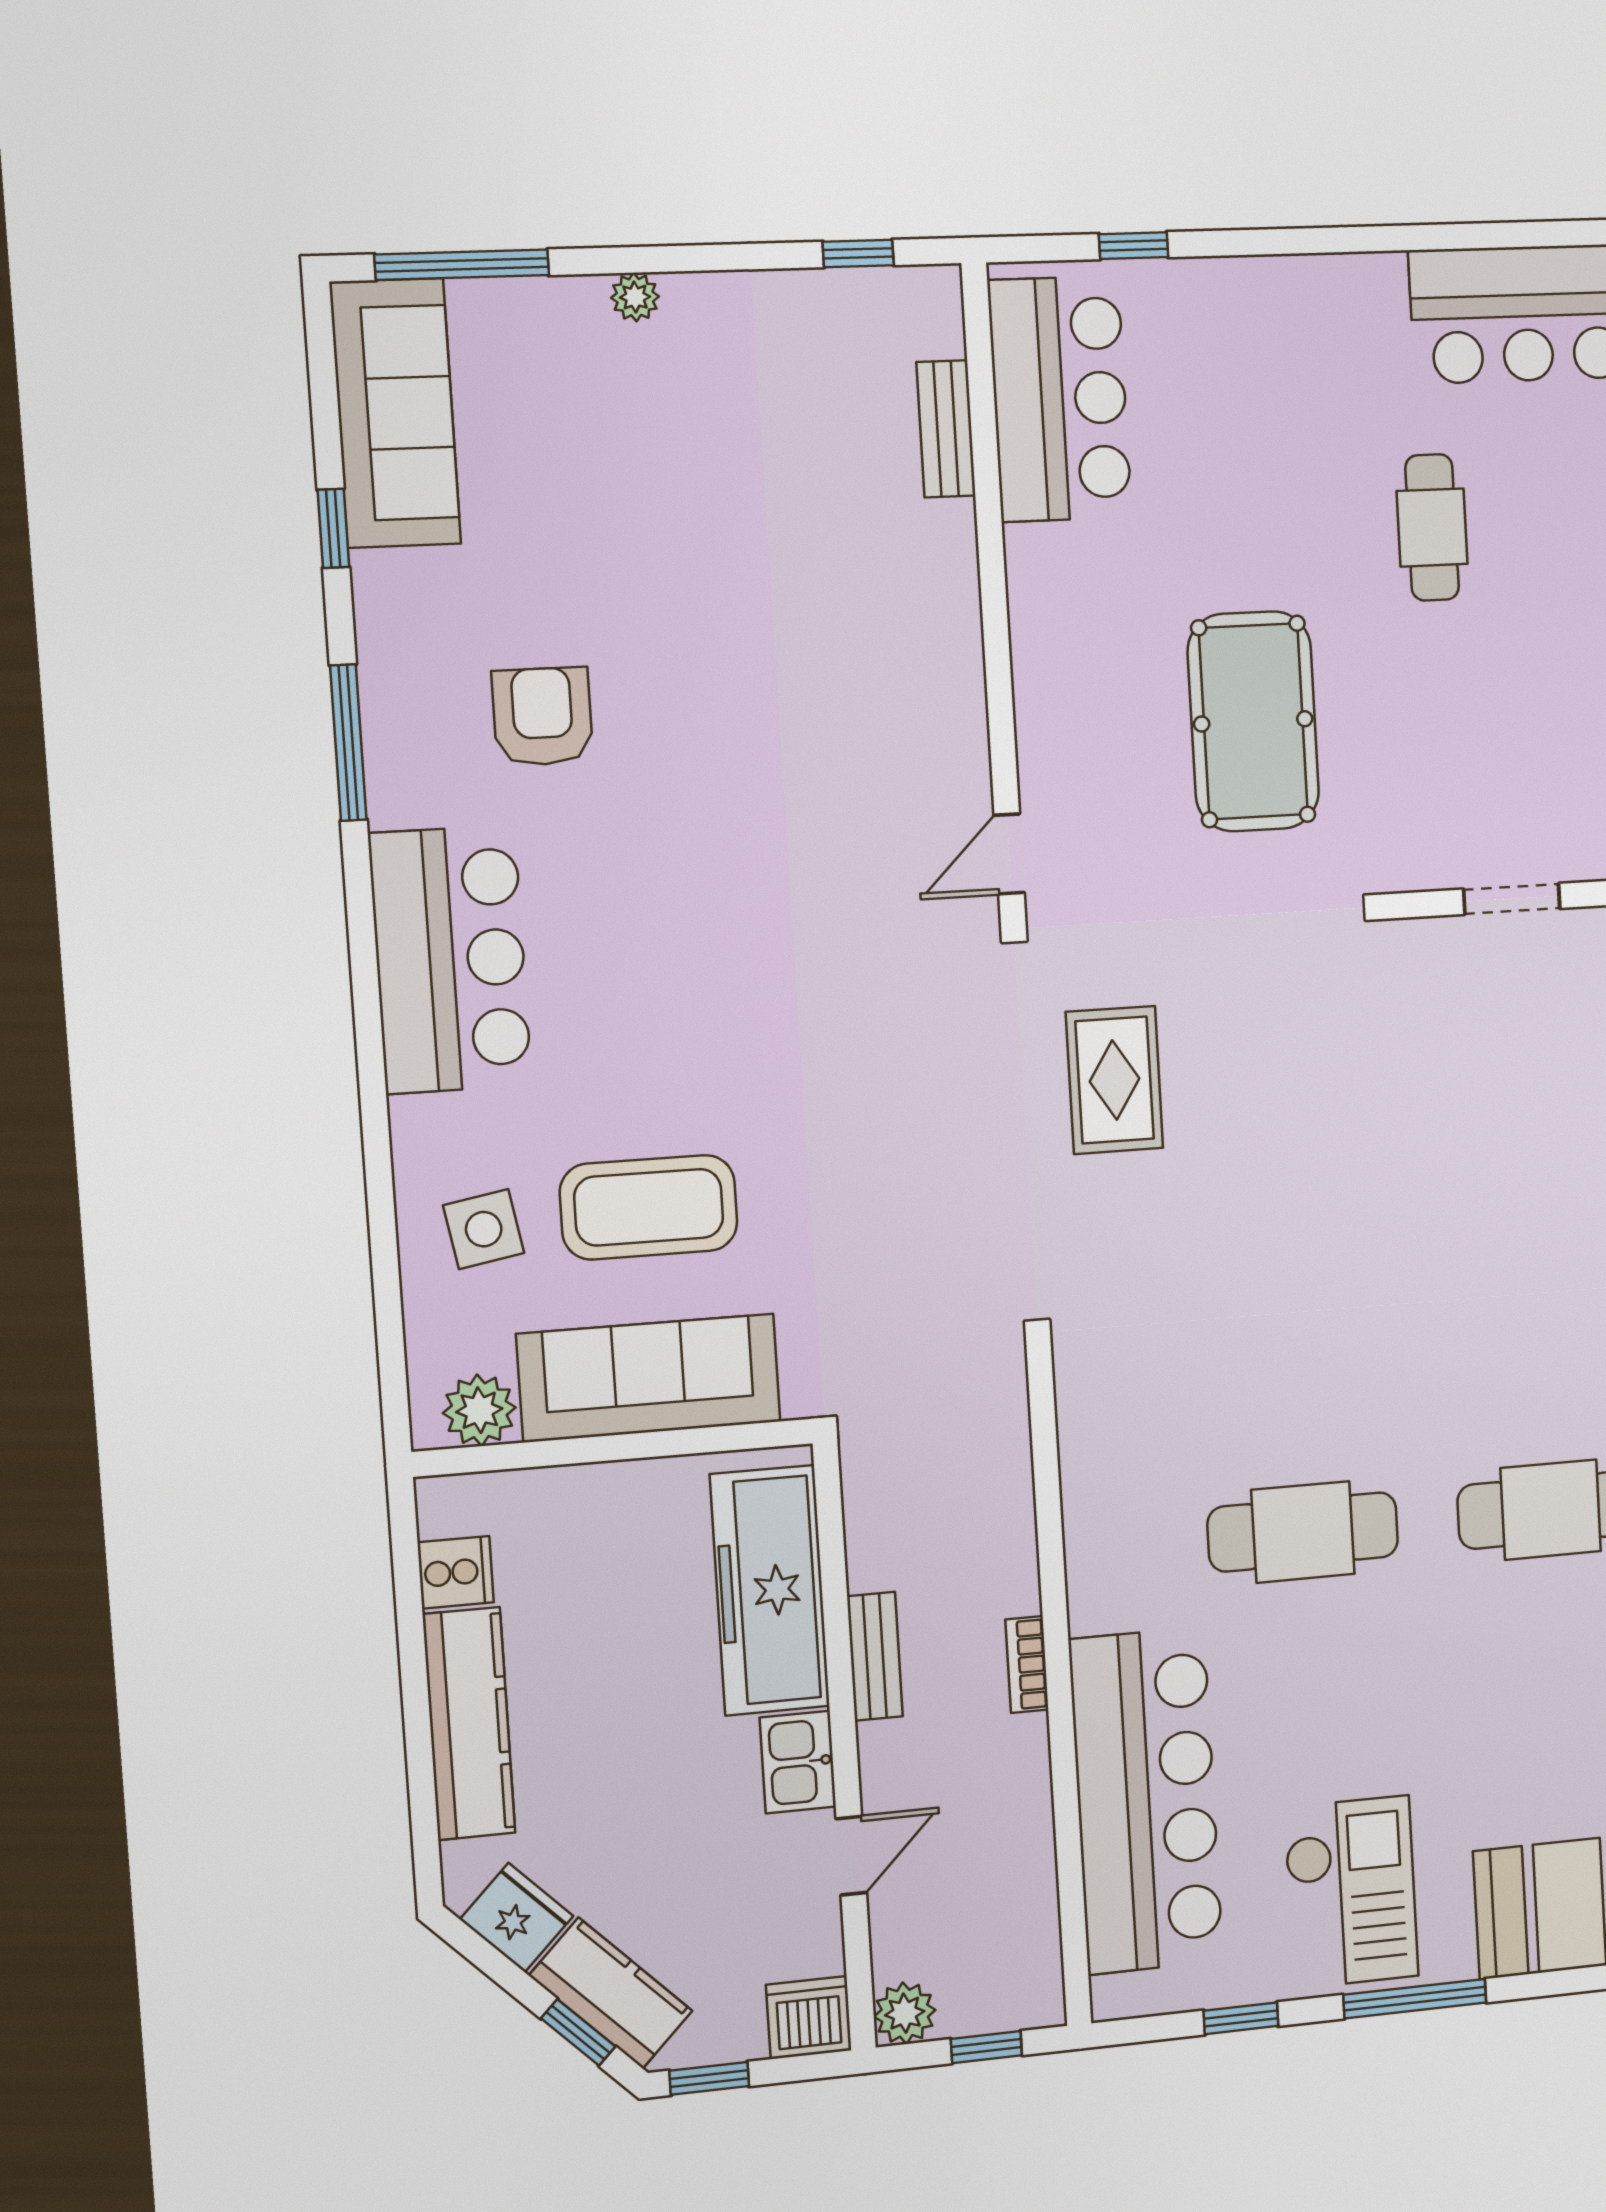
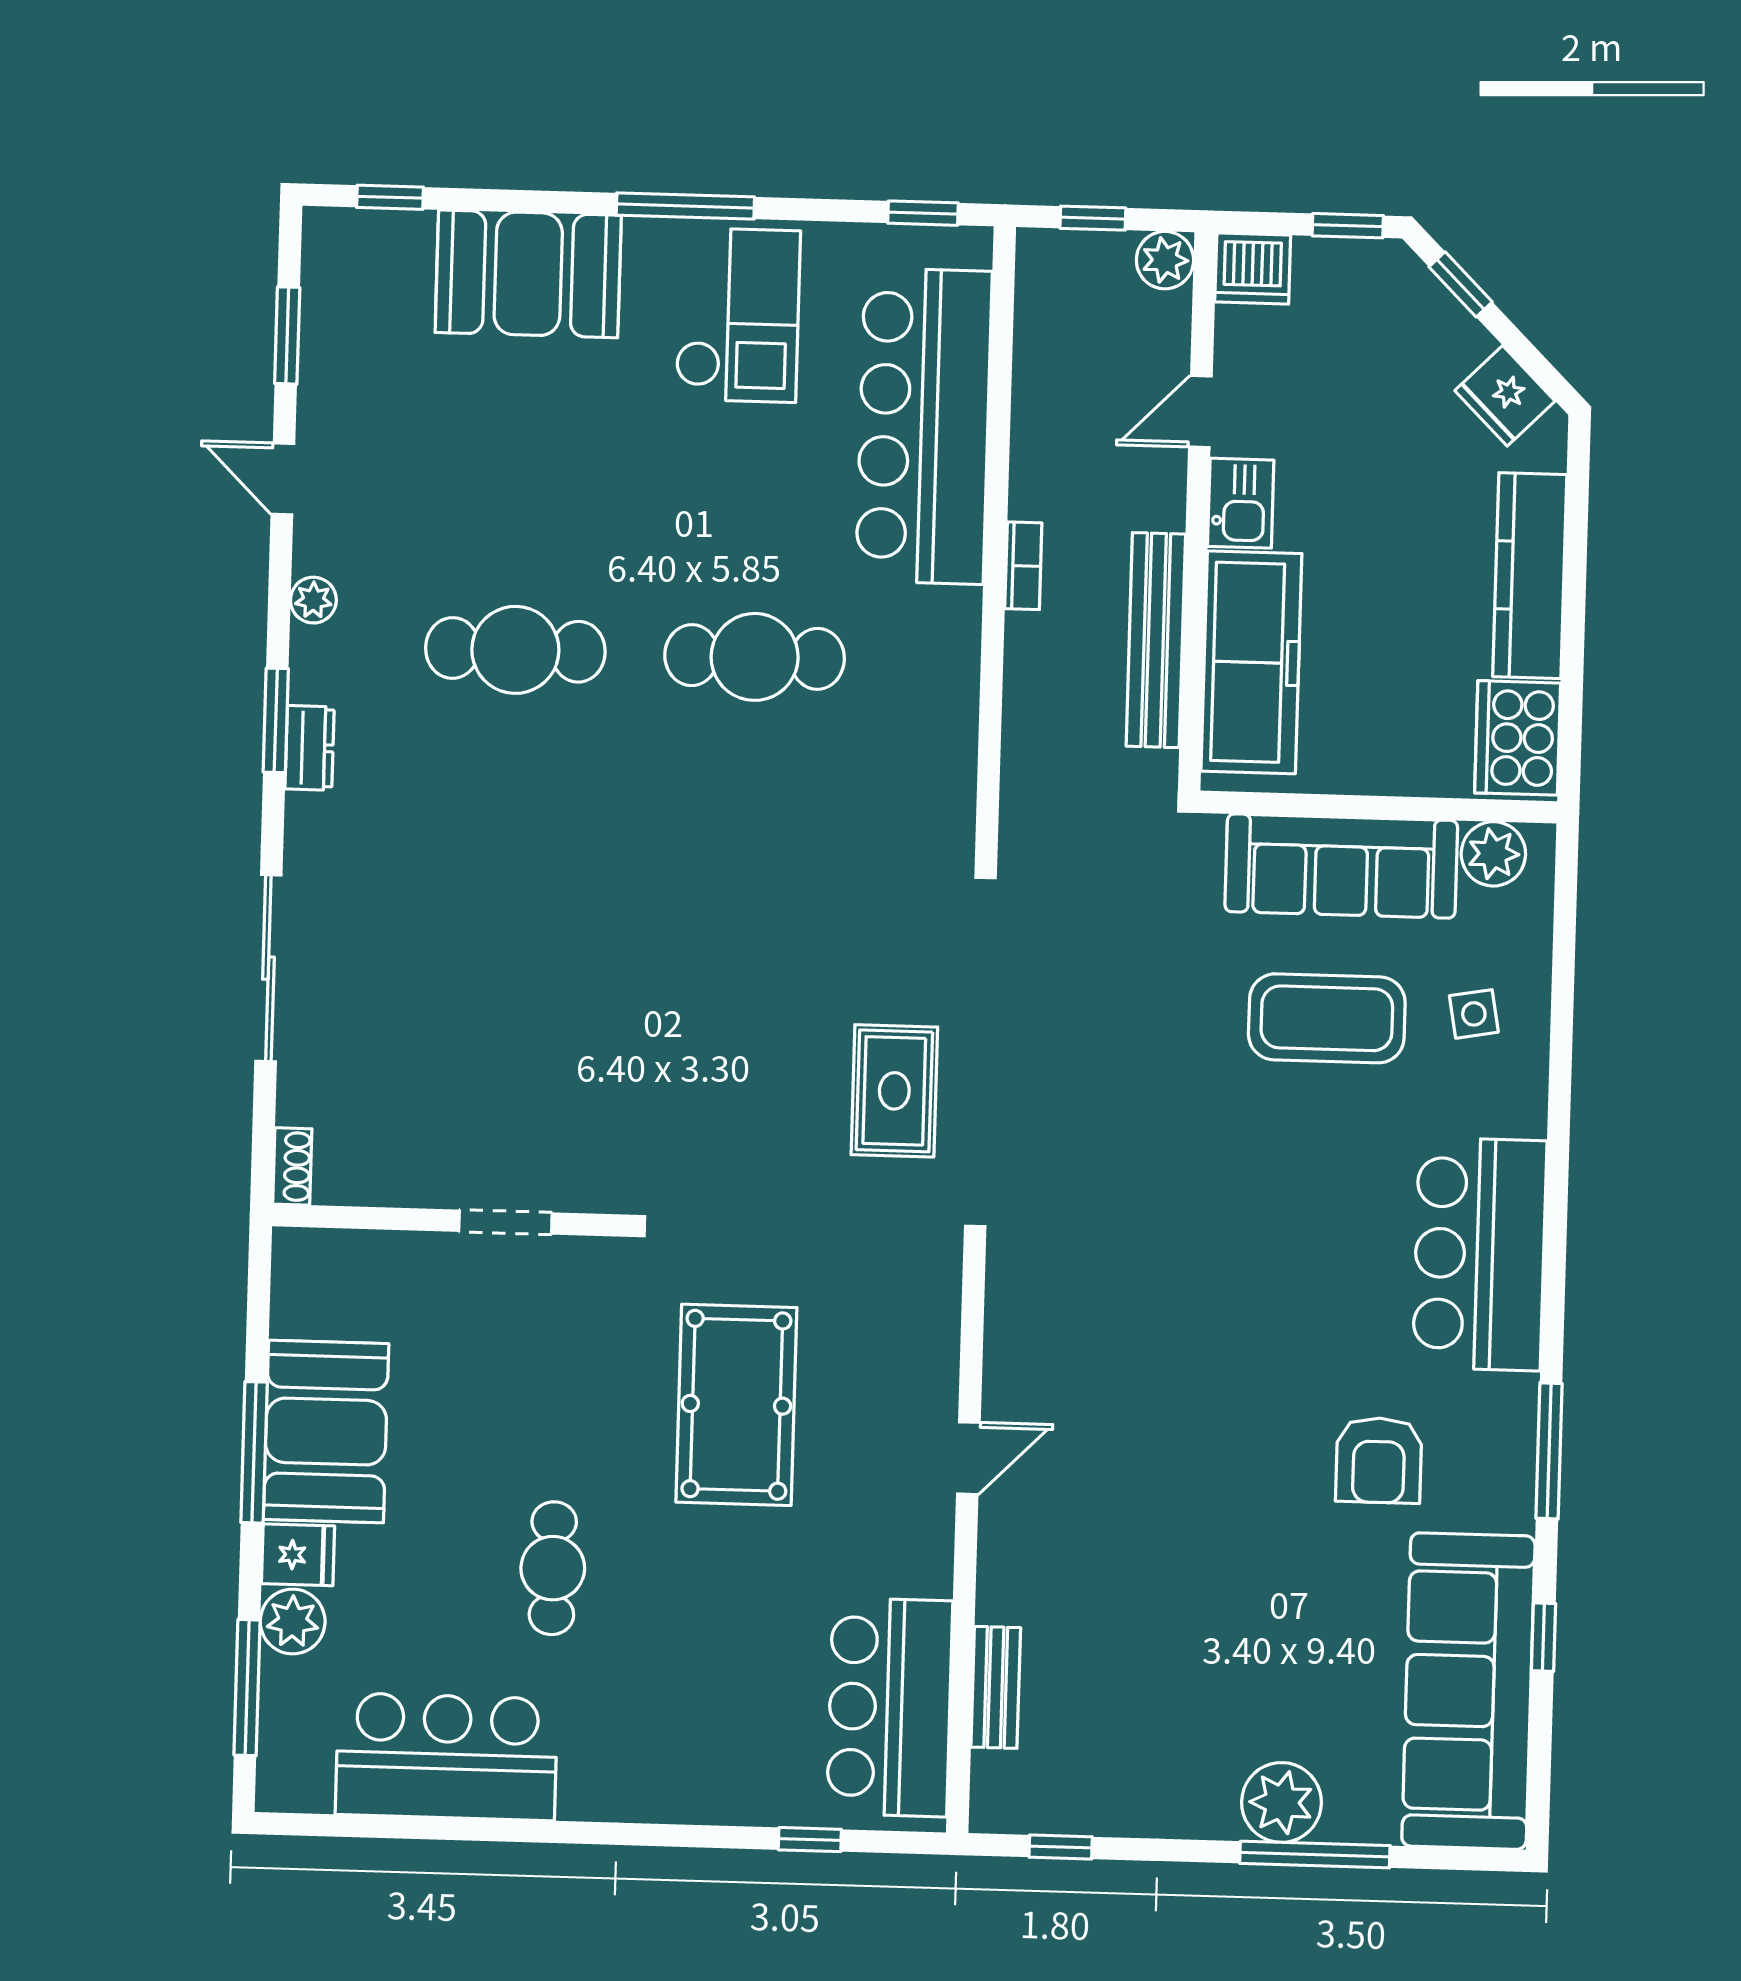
window: (462, 265) -> (1315, 1855), moved
plant: (635, 297) -> (1281, 1802), width x1.87, depth x1.87
sofa: (395, 413) -> (1468, 1691), width x1.36, depth x1.27
door: (1009, 854) -> (968, 1458), moved
side table: (484, 1229) -> (1474, 1014), width x0.73, depth x0.73
cooker: (456, 1572) -> (1518, 738), width x1.87, depth x1.31
bench: (875, 1656) -> (1156, 640), width x1.86, depth x1.21
checkout: (1351, 1892) -> (738, 315), turned 180
kitchen counter: (611, 1993) -> (1428, 316), removed
window: (1241, 2018) -> (923, 213), moved

